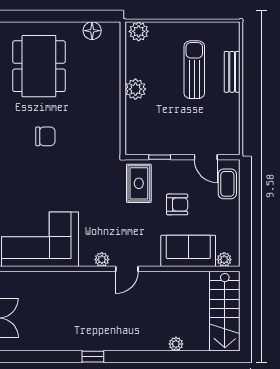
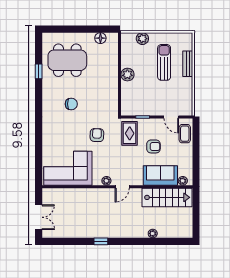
plant: (139, 31) -> (142, 39), moved
dining table: (39, 66) -> (67, 60), turned 90
armchair: (86, 186) -> (97, 135), added
stairs: (225, 311) -> (167, 197), moved, turned -90

